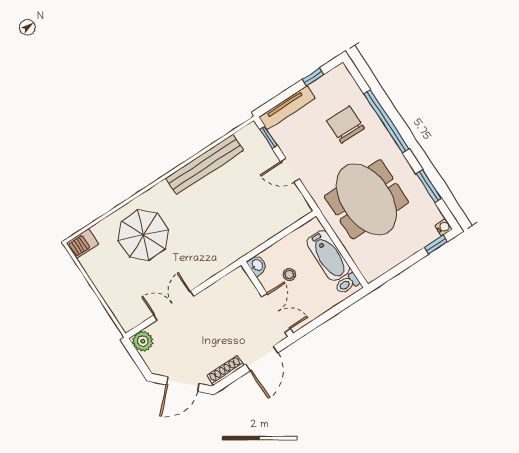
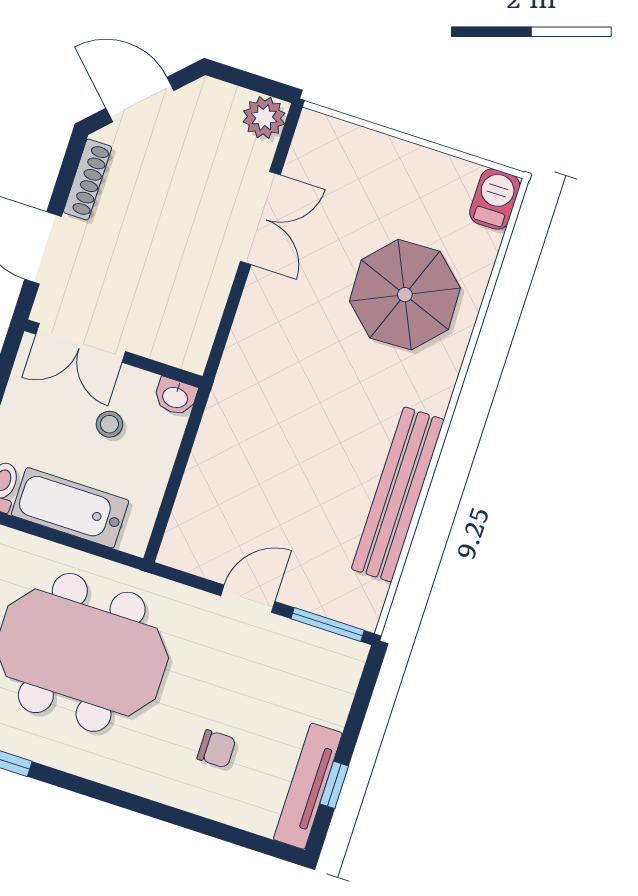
tv unit: (287, 108) -> (308, 786), moved
window: (387, 121) -> (153, 809), removed
chair: (346, 125) -> (216, 749), width x0.54, depth x0.54
window: (268, 137) -> (328, 625), width x1.50
door: (183, 384) -> (140, 99), hinge flipped

